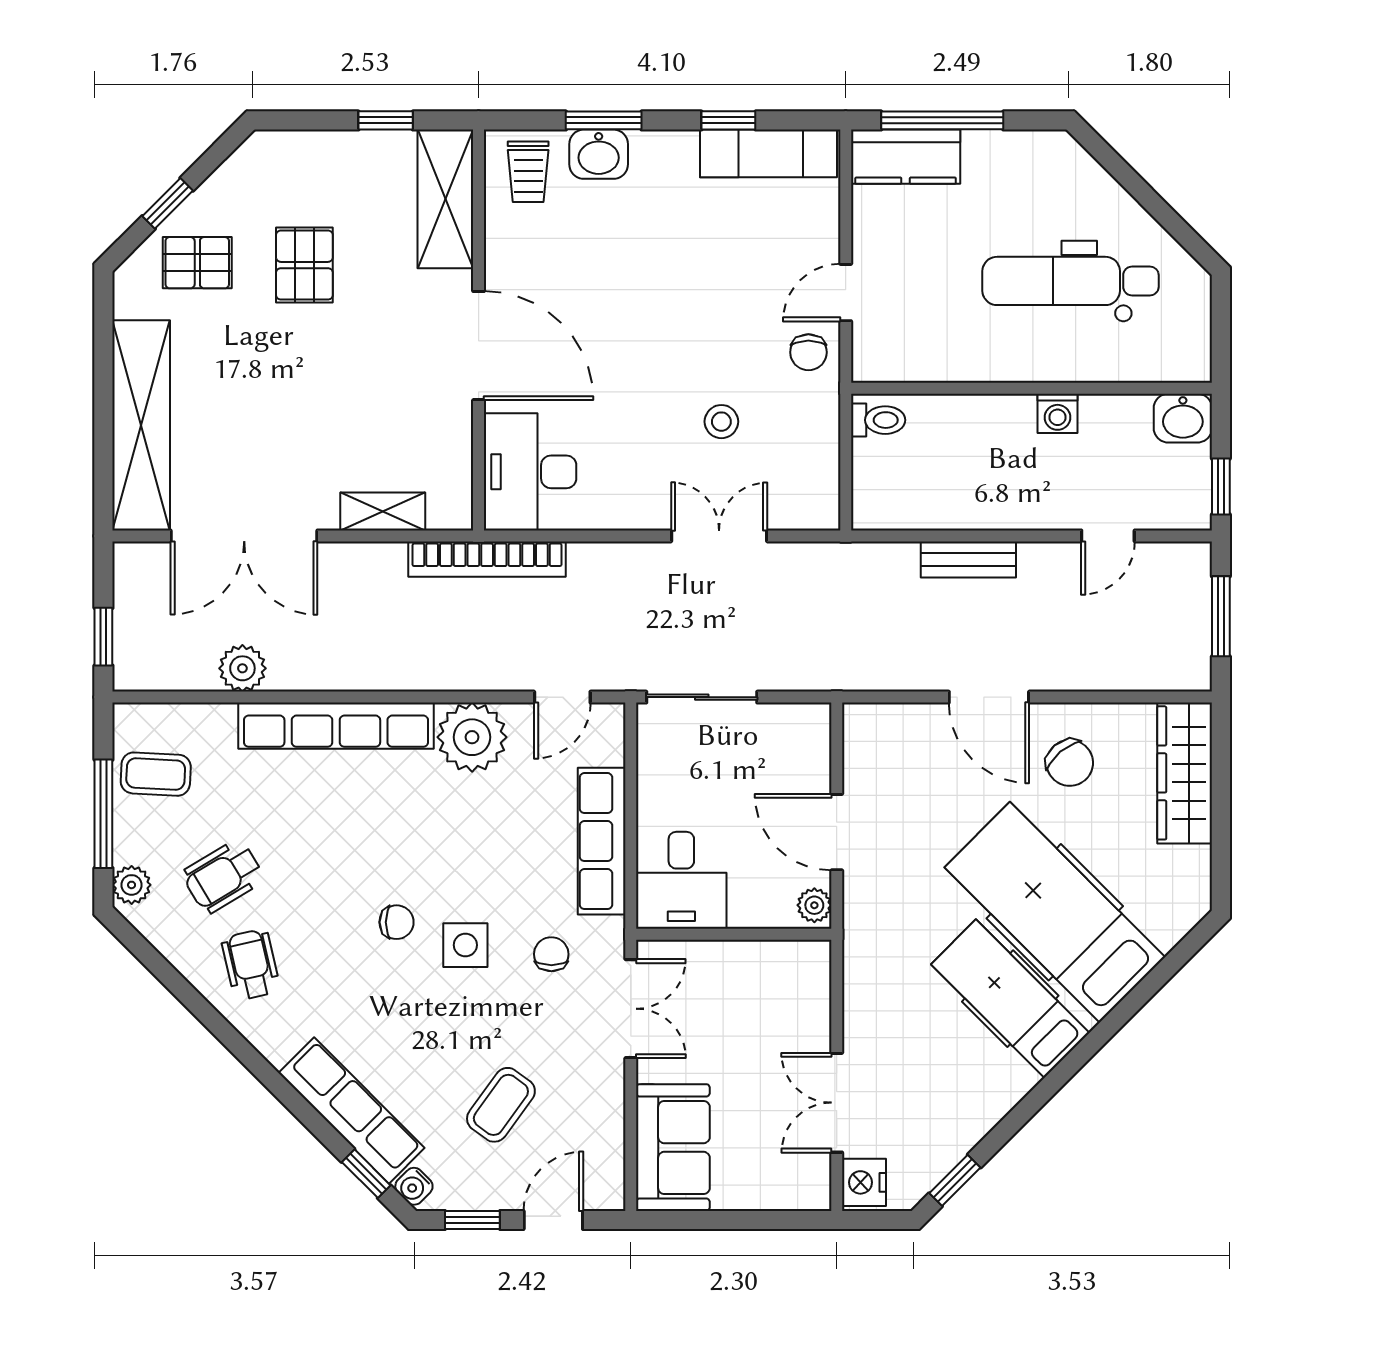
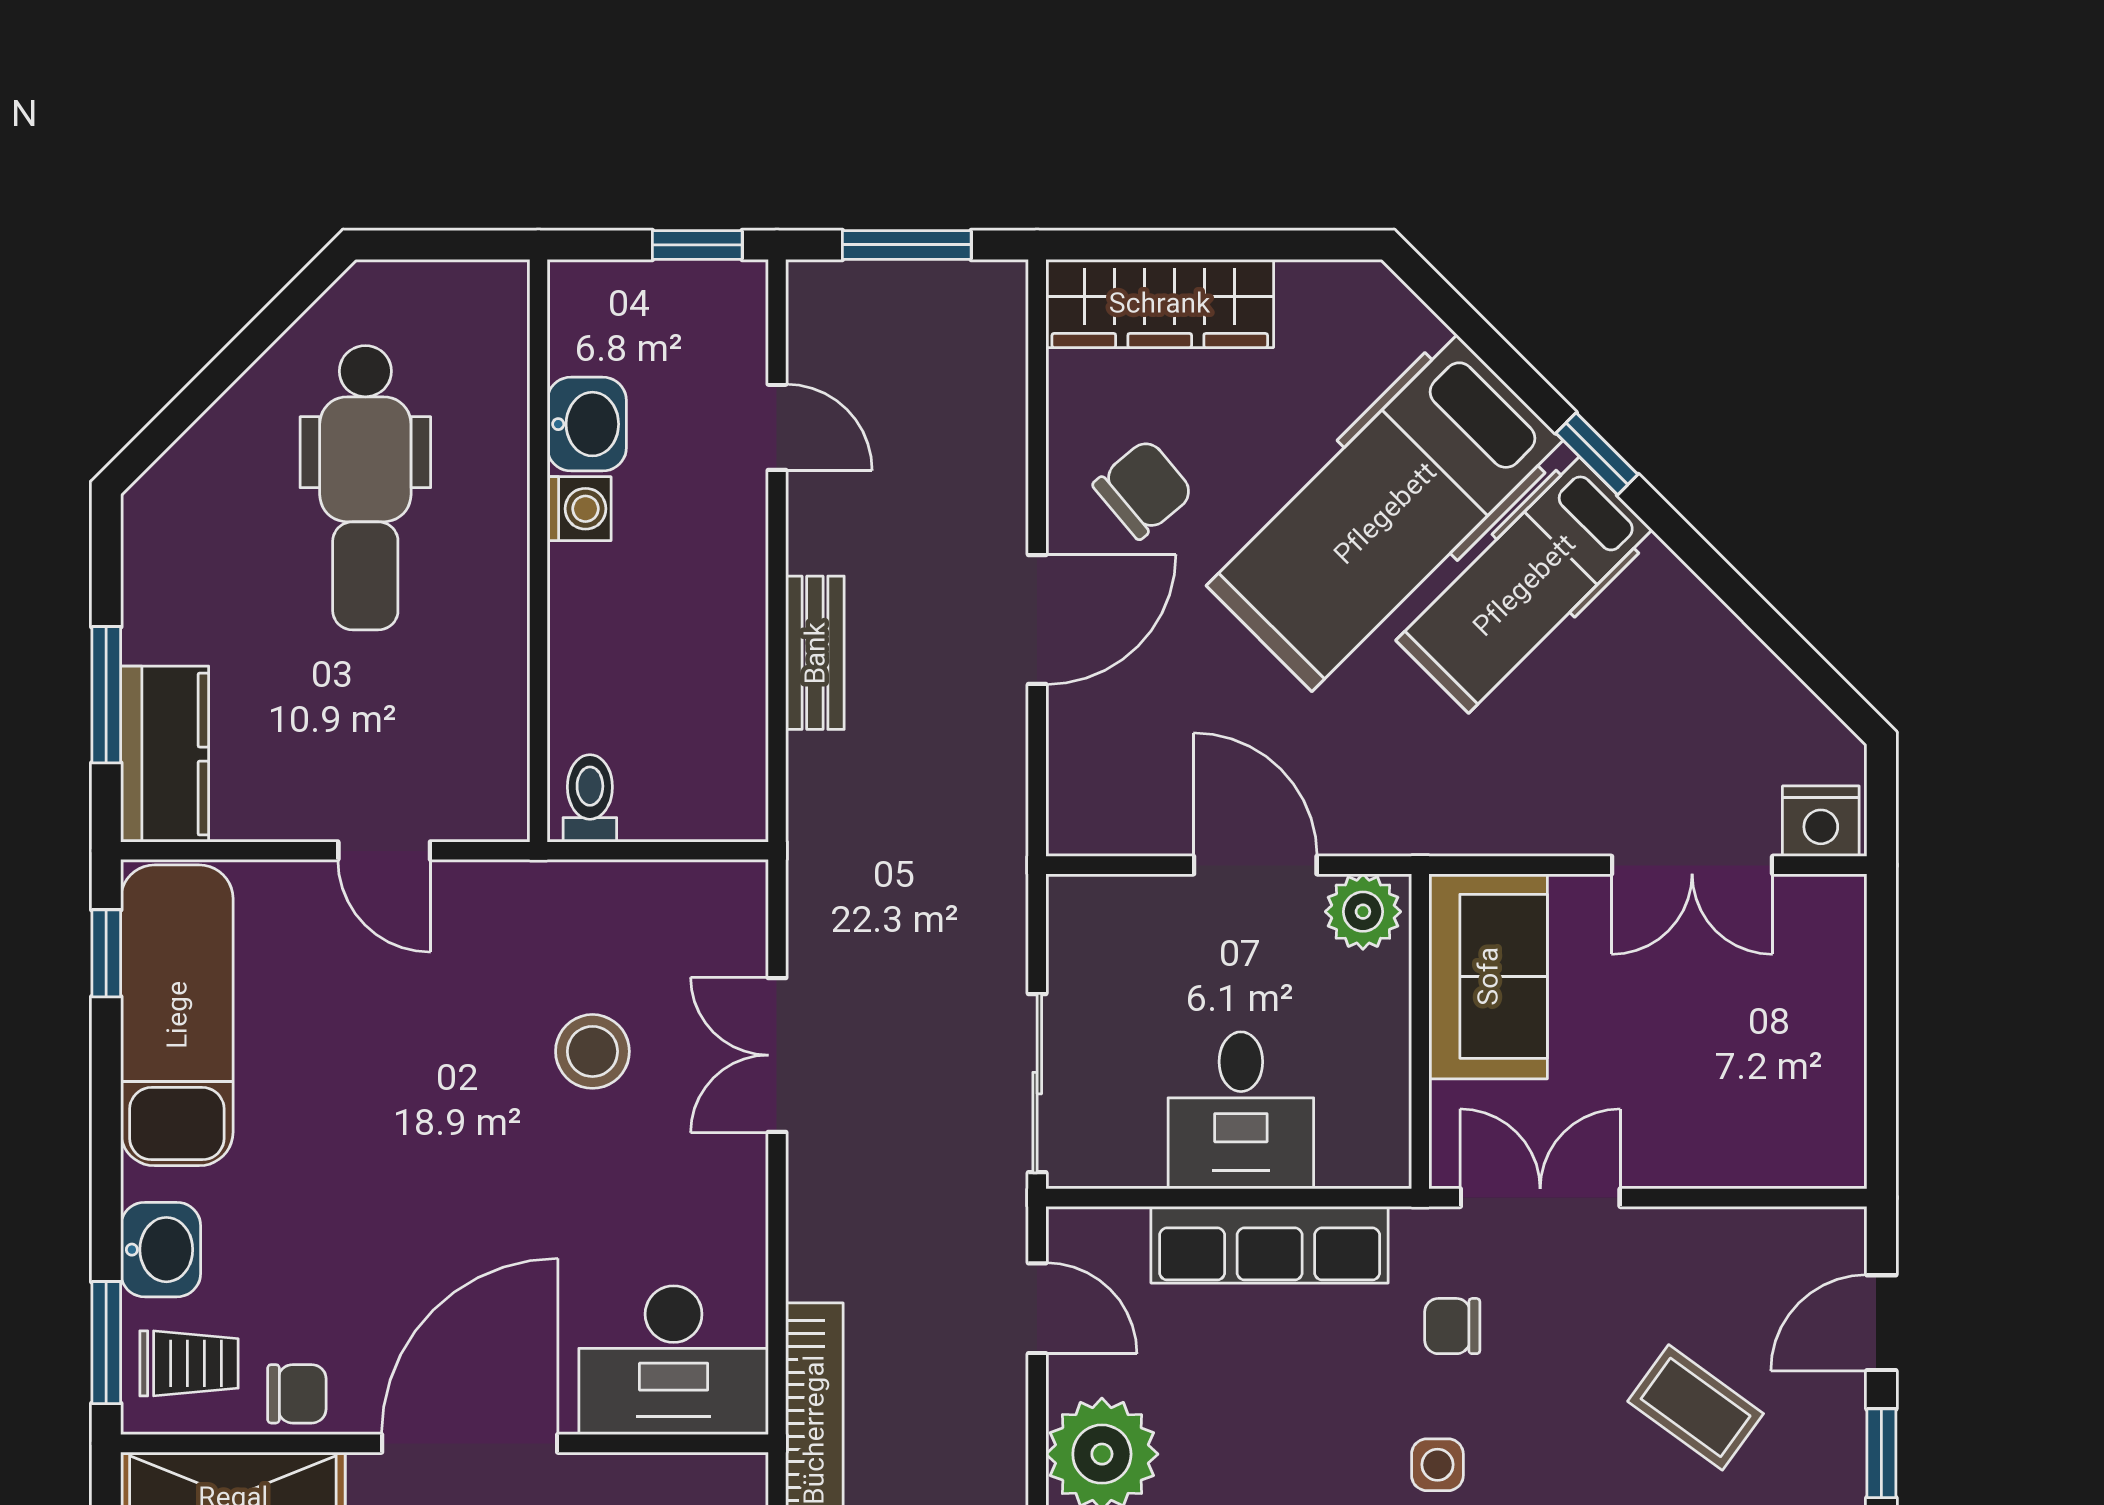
window: (604, 120) -> (106, 1343), moved
window: (728, 120) -> (106, 953), moved
window: (942, 120) -> (106, 695), width x0.69
exam couch: (769, 153) -> (177, 1015), width x1.36, depth x1.45
chair: (808, 352) -> (297, 1394), moved
washbasin: (1183, 418) -> (587, 424), moved
stool: (721, 422) -> (592, 1051), width x1.37, depth x1.37
door: (837, 832) -> (1255, 865), swing flipped
desk: (681, 880) -> (1241, 1110), moved, turned 90
plant: (814, 905) -> (1363, 912), width x1.38, depth x1.38
side table: (465, 945) -> (1437, 1465), width x0.73, depth x0.73
sofa: (673, 1148) -> (1488, 976), moved, turned 90
window: (955, 1180) -> (1597, 454), moved
door: (553, 1220) -> (1881, 1323), hinge flipped

